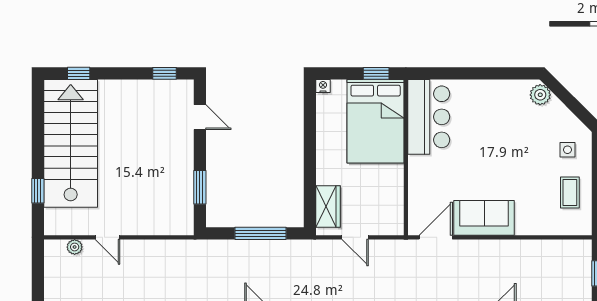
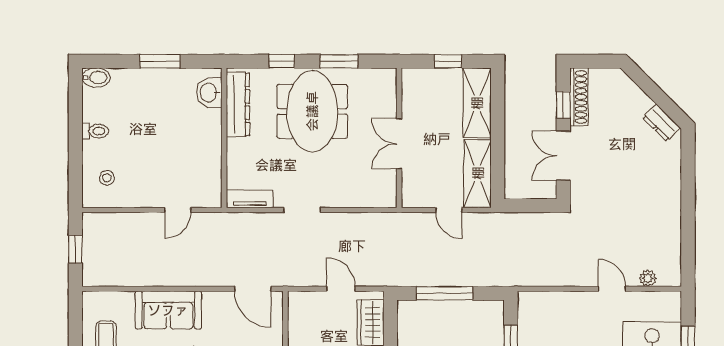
sofa: (484, 218) -> (168, 310), moved
door: (436, 237) -> (253, 289), hinge flipped

